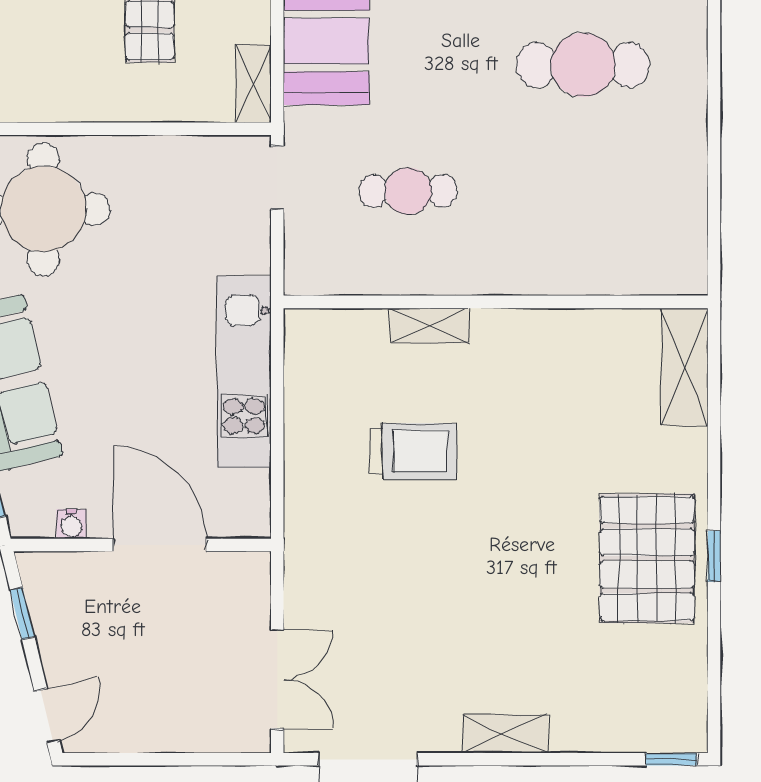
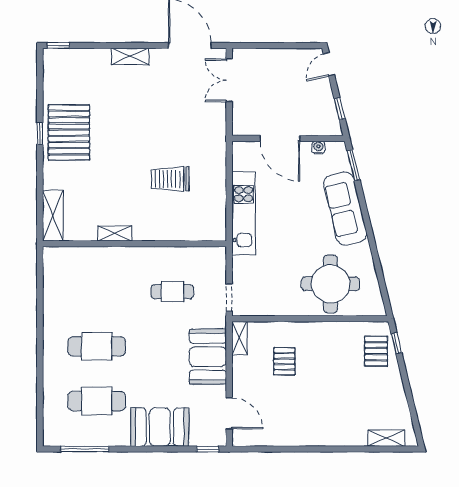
shelving: (430, 326) -> (115, 233), moved

